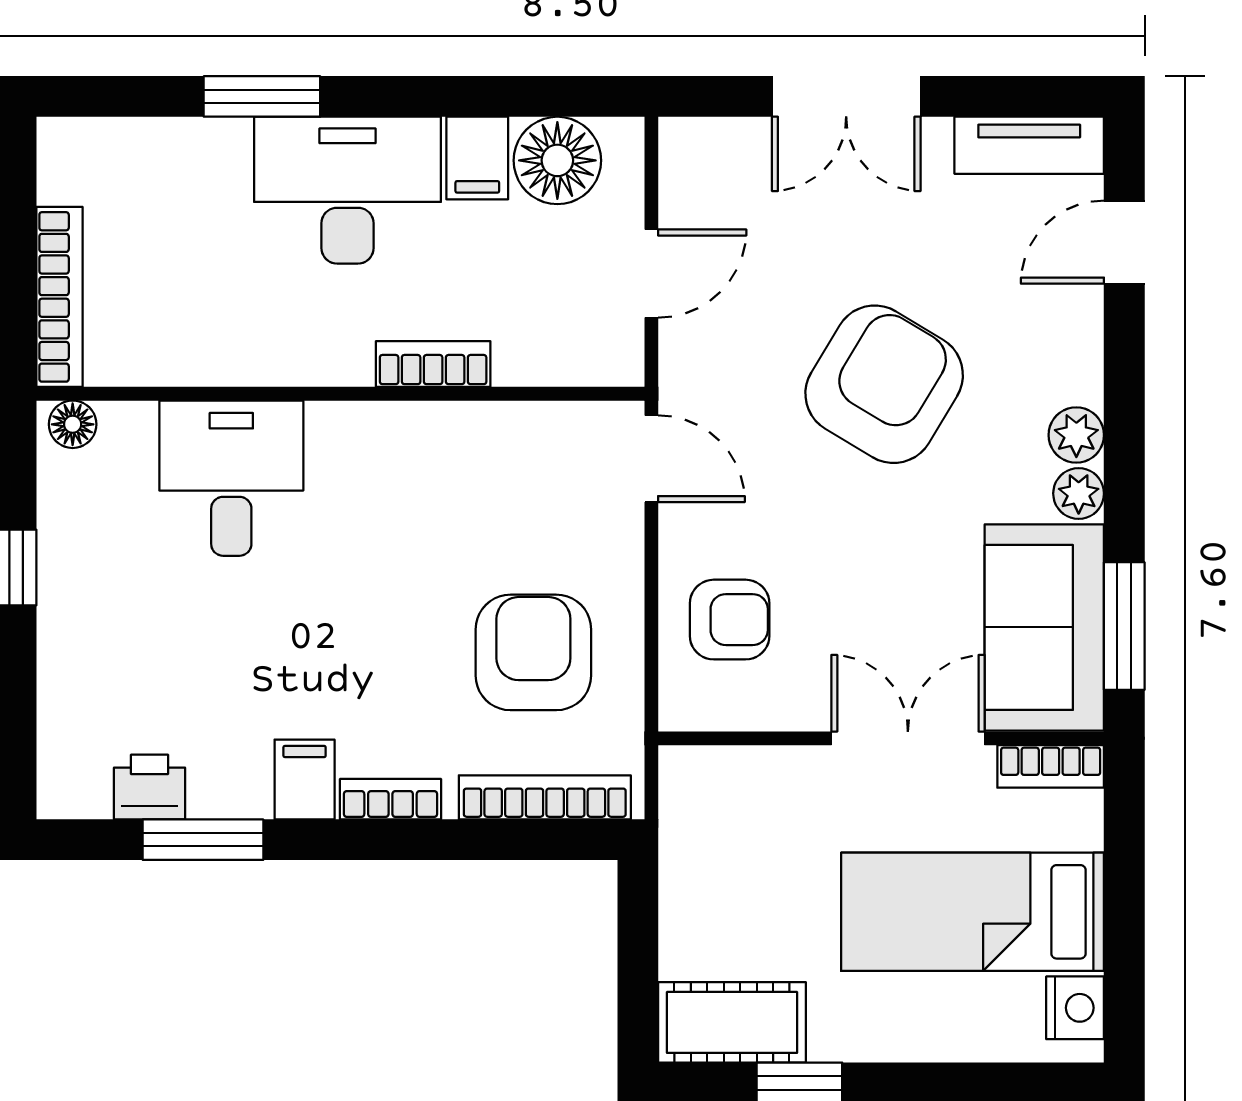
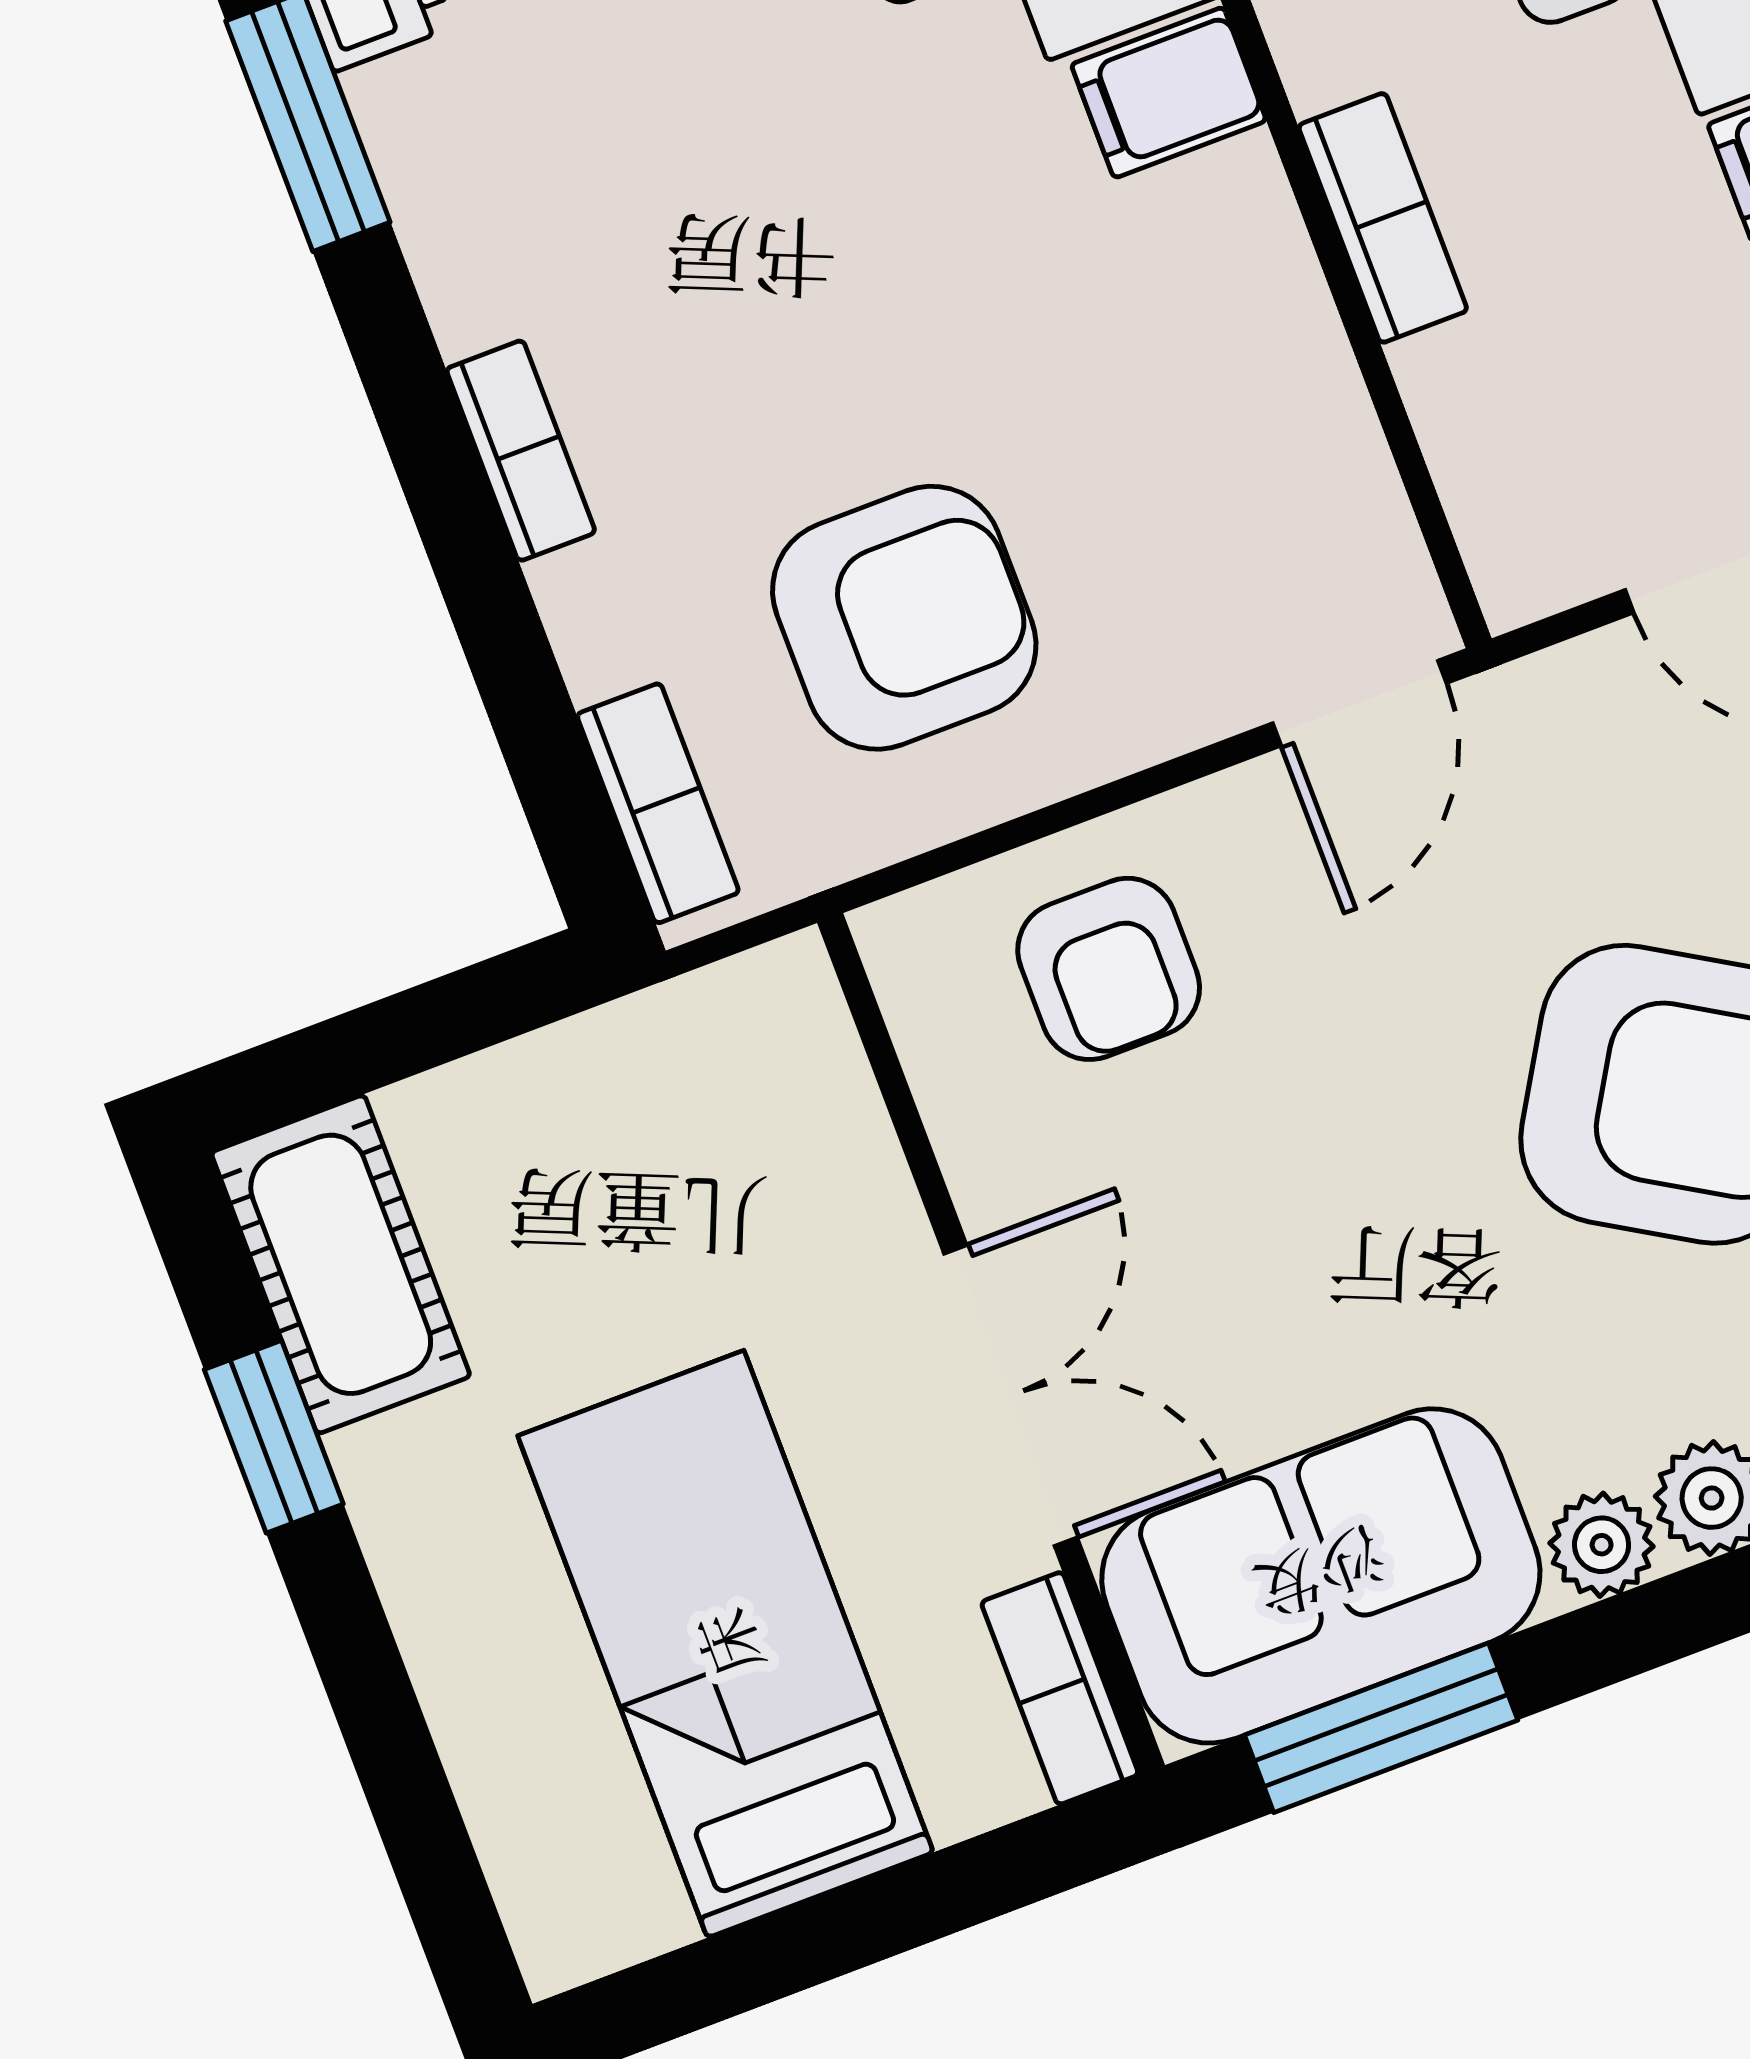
filing cabinet: (305, 779) -> (1169, 93), moved, turned 180
bookcase: (545, 797) -> (658, 803), width x0.64
nightstand: (1075, 1008) -> (616, 1909), removed

